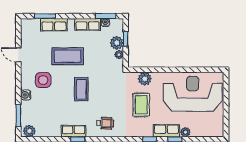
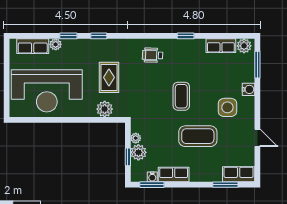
row of seats: (54, 25) -> (239, 174), moved
row of seats: (74, 131) -> (221, 46), moved
row of seats: (167, 131) -> (33, 46), moved

